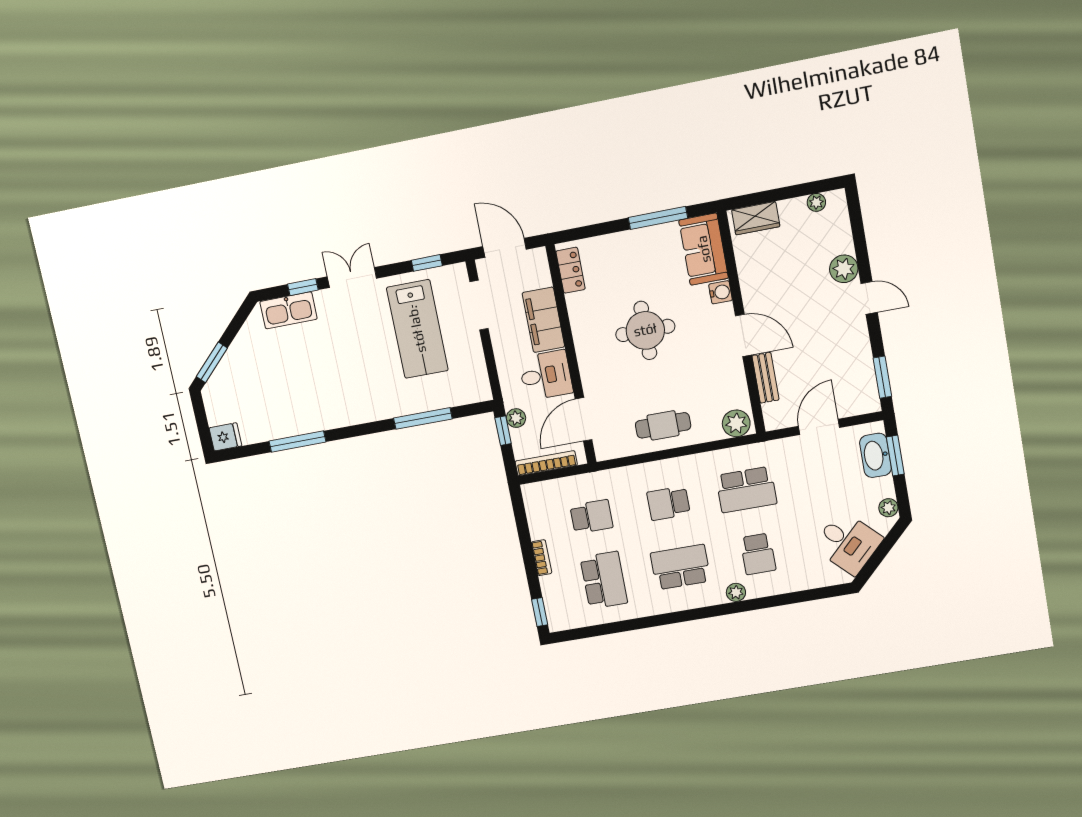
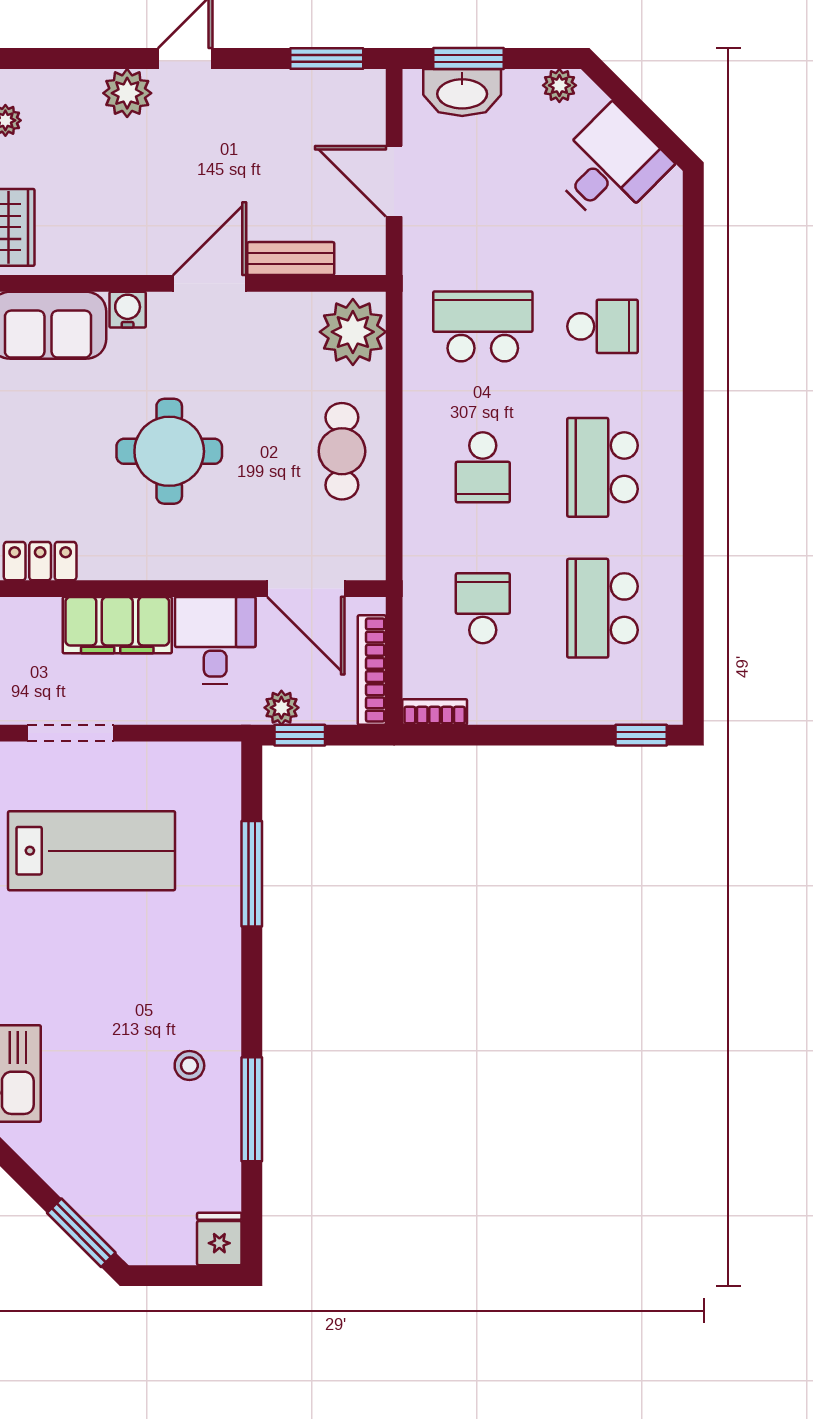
stool: (313, 404) -> (189, 1066), added
plant: (736, 423) -> (353, 332), width x1.36, depth x1.36
school desk: (746, 490) -> (483, 326), turned -90
bookcase: (542, 558) -> (435, 712), moved
school desk: (604, 580) -> (602, 608), turned -90
plant: (736, 592) -> (666, 377), removed

